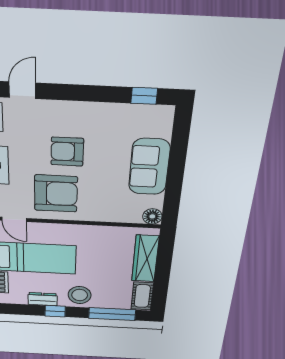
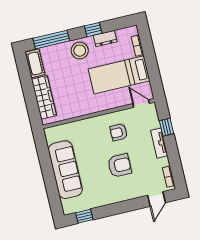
sofa: (149, 167) -> (65, 170), width x1.36
armchair: (56, 194) -> (119, 132), width x0.53, depth x0.53
floor lamp: (152, 216) -> (51, 133), removed

